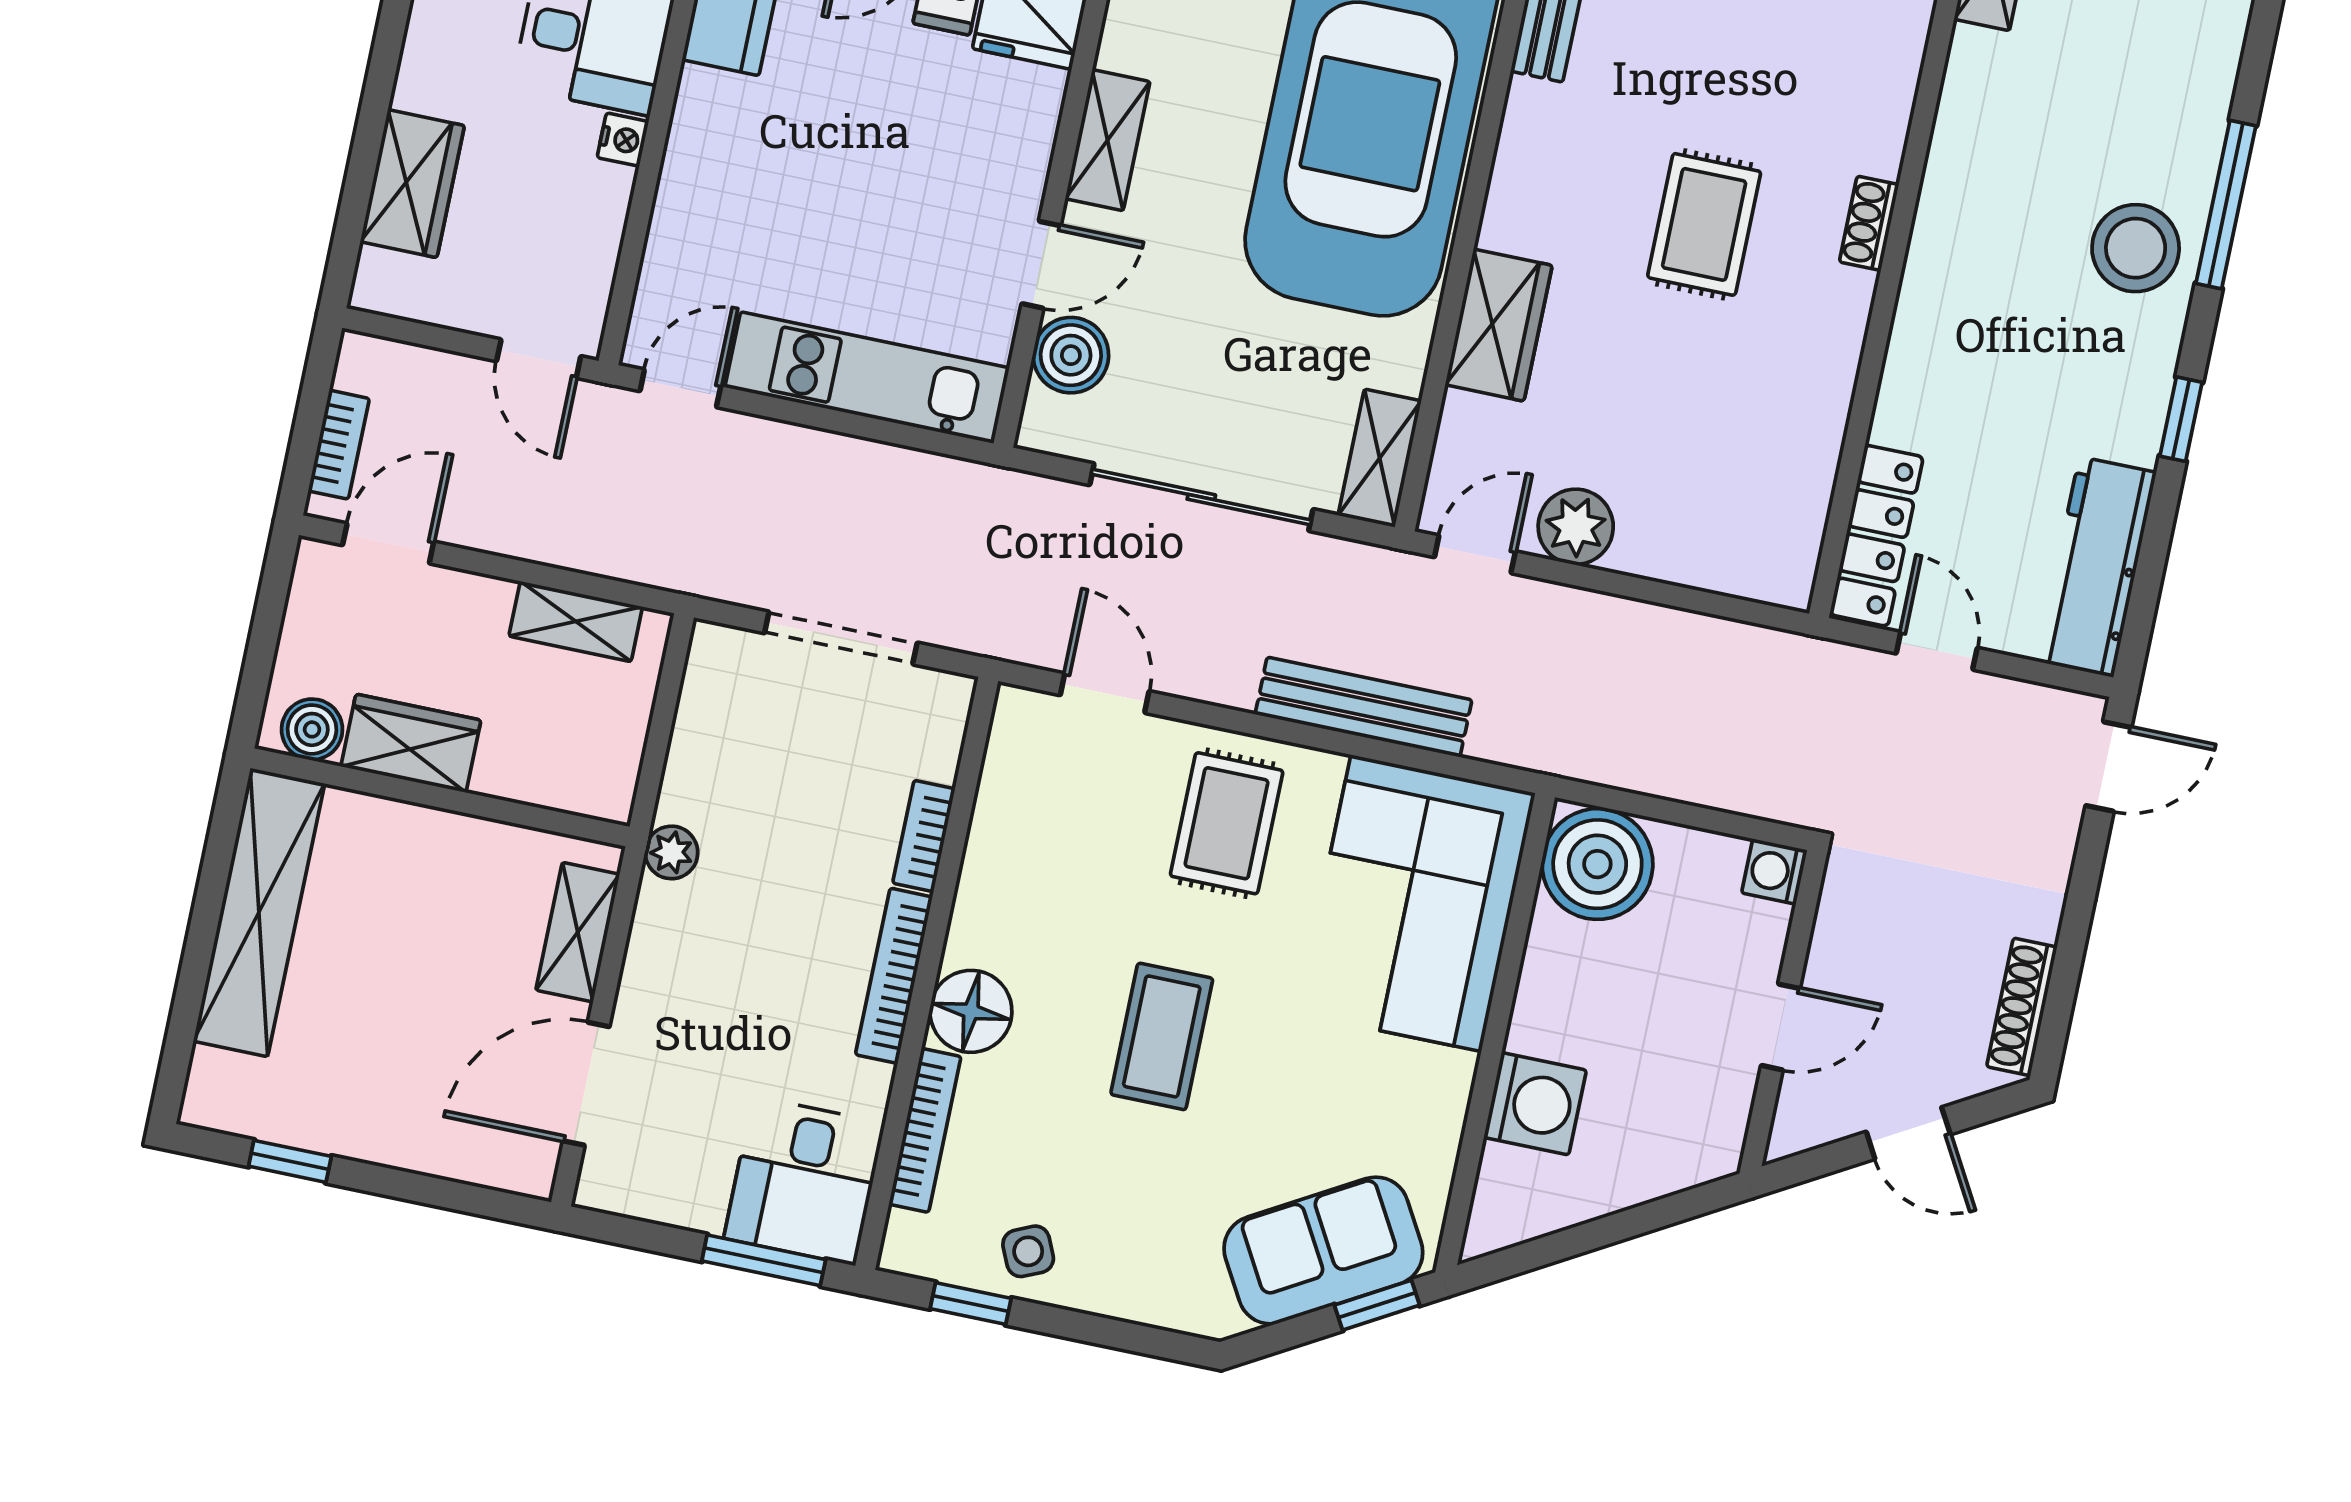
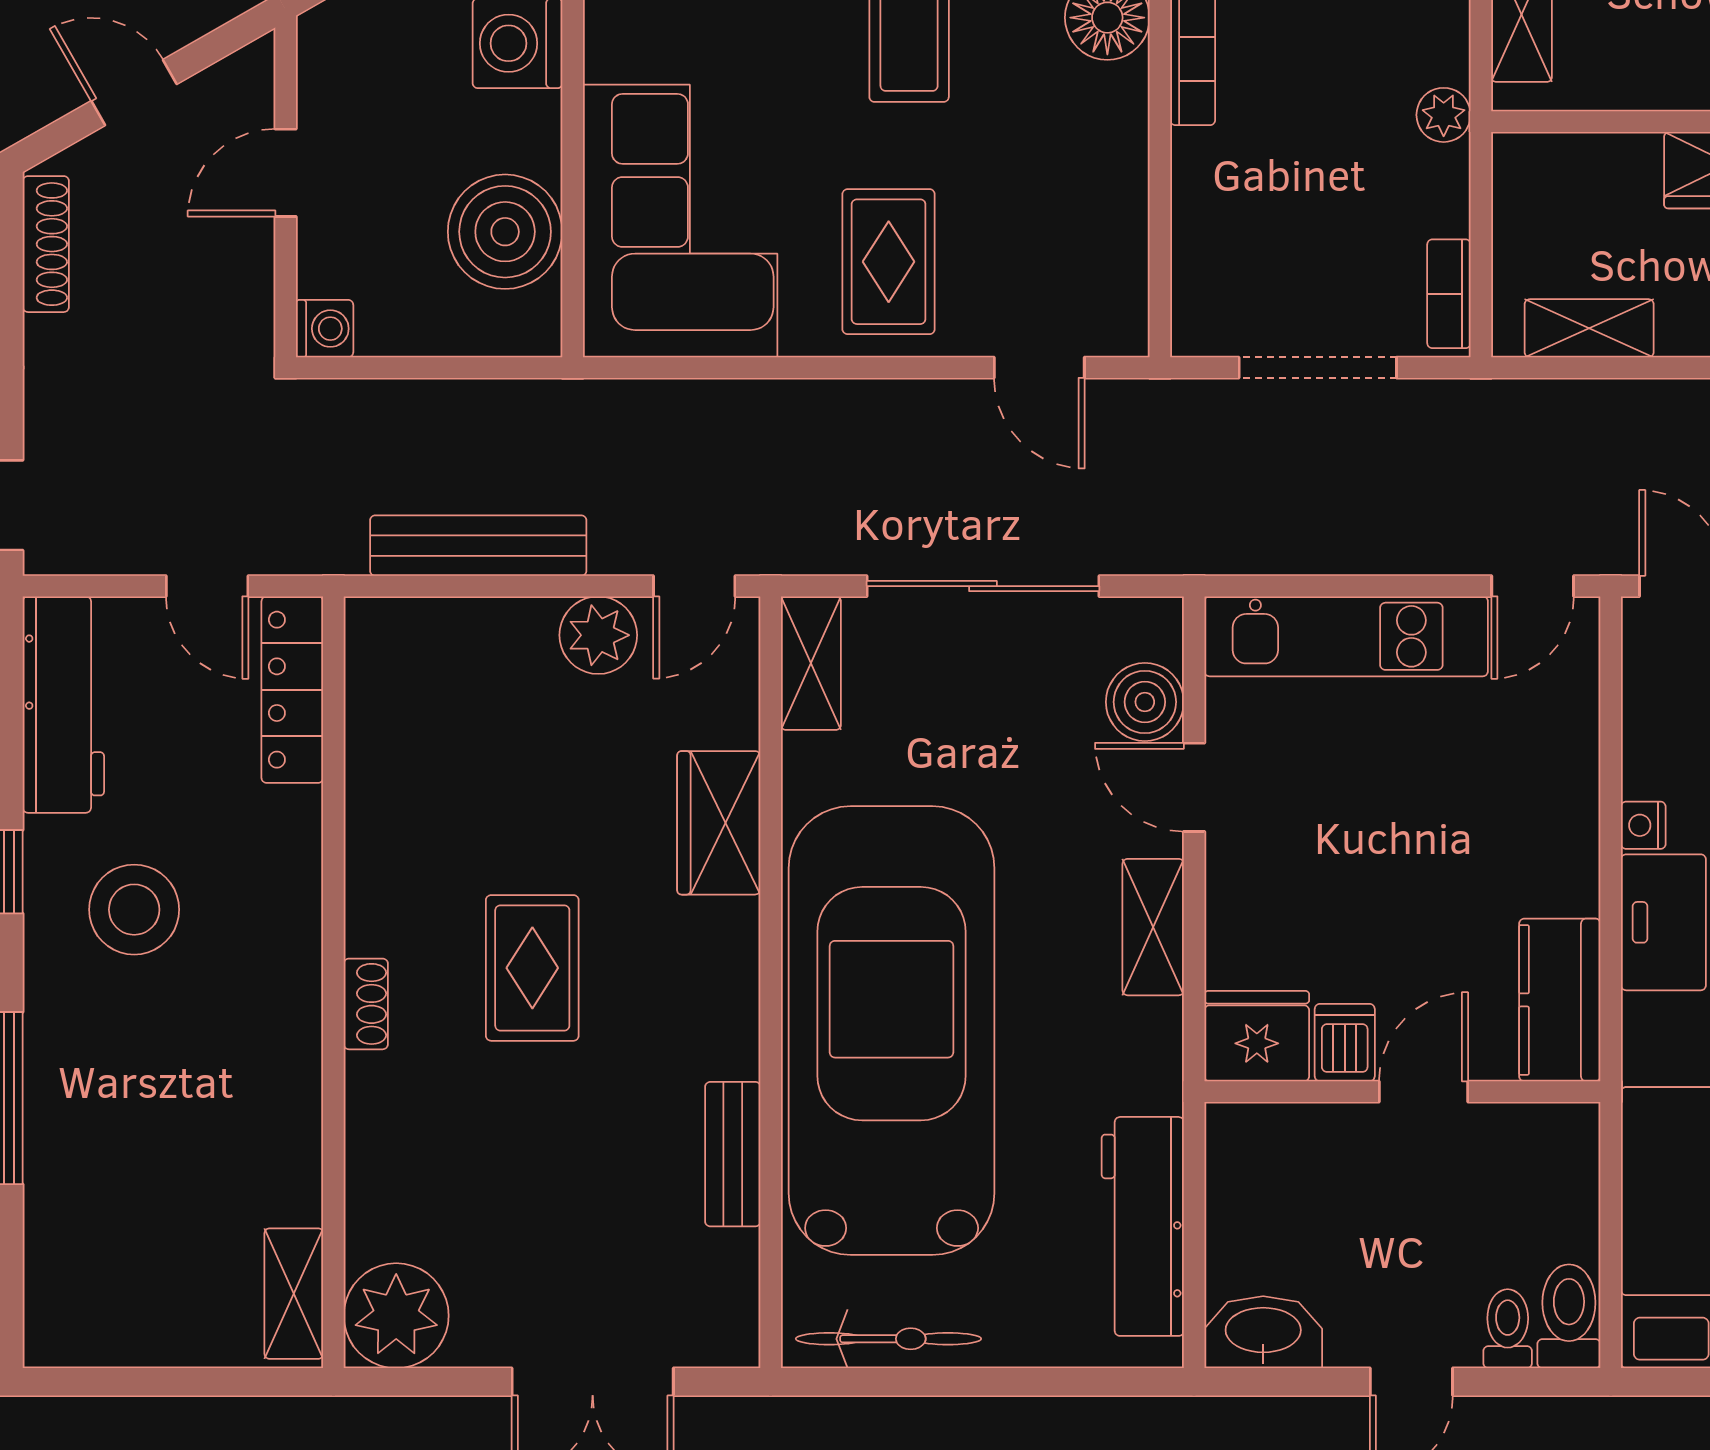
stool: (2136, 248) -> (134, 910), moved
door: (1041, 265) -> (1194, 787), hinge flipped
bench: (1364, 707) -> (478, 546), moved
bookcase: (924, 836) -> (1449, 294), moved, turned 180
boiler: (1597, 864) -> (505, 232), moved

